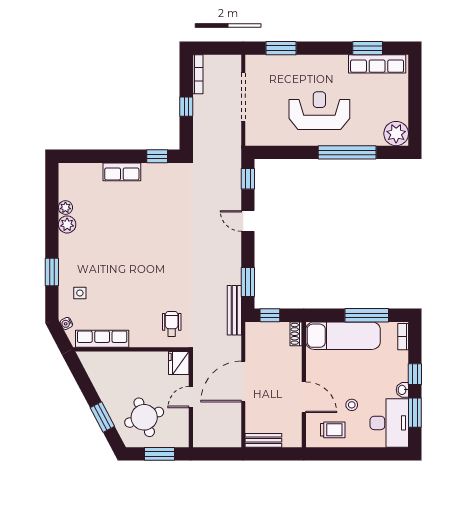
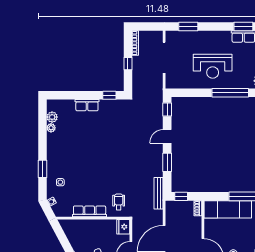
reception desk: (319, 111) -> (213, 66), turned 180
door: (248, 221) -> (167, 136), hinge flipped
plant: (67, 224) -> (52, 117), moved
window: (248, 282) -> (167, 162), moved
row of seats: (102, 339) -> (90, 211), moved

